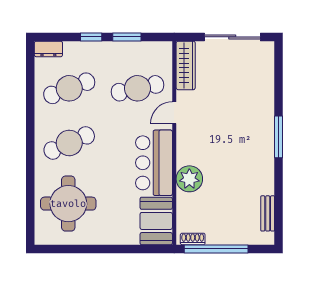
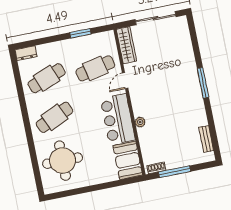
window: (91, 37) -> (55, 38), removed
plant: (189, 179) -> (140, 122), width x0.53, depth x0.53
window: (216, 249) -> (175, 172), width x0.68

